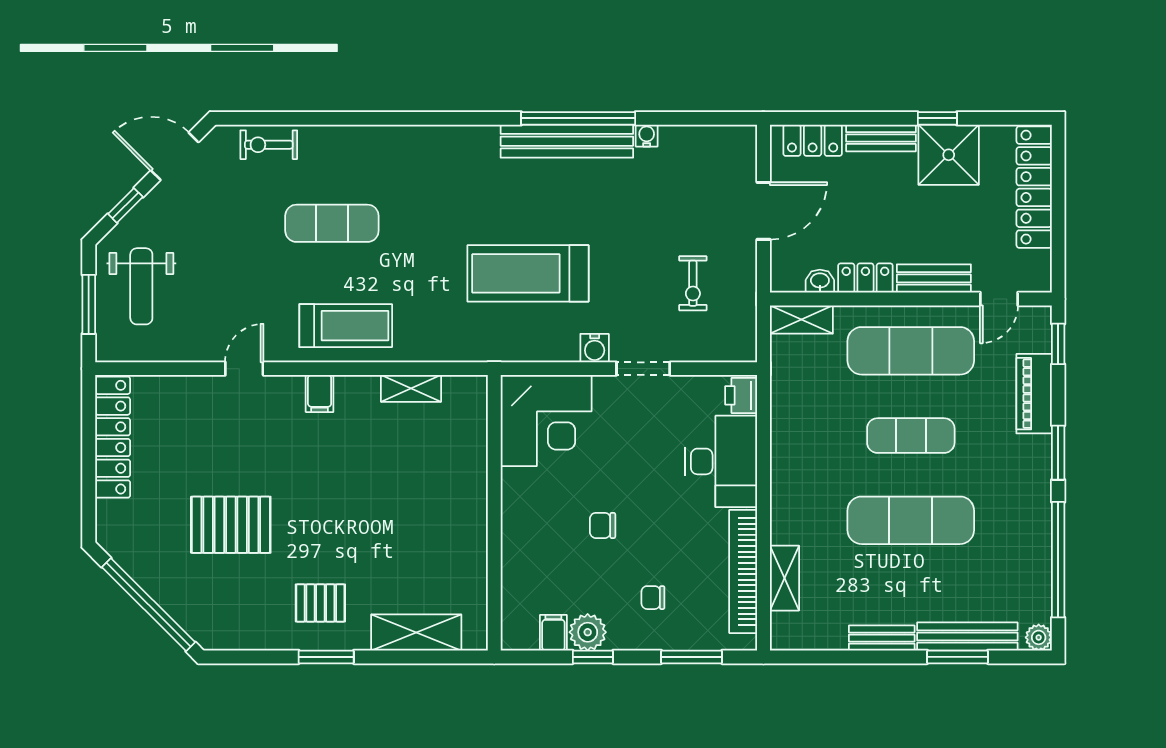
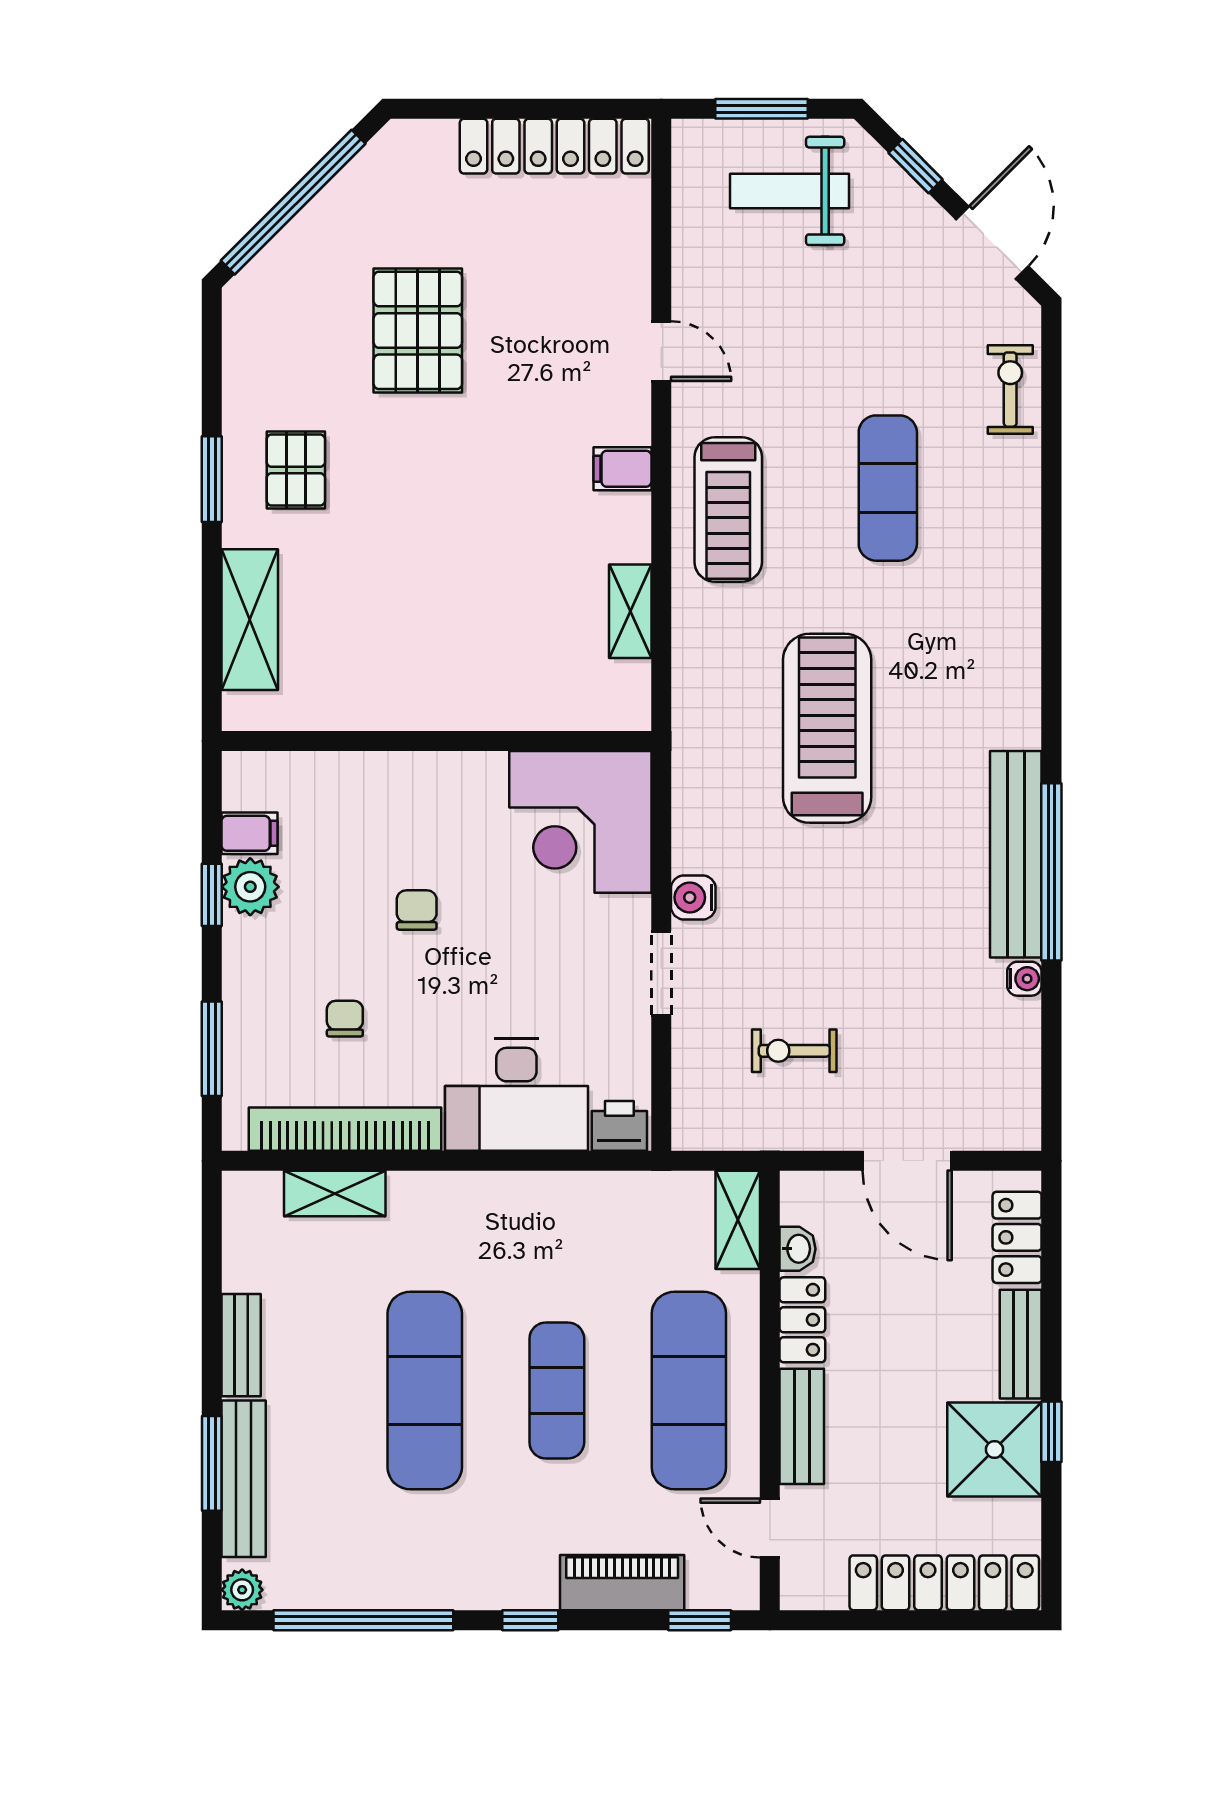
treadmill: (528, 273) -> (827, 728), moved
window: (1058, 453) -> (530, 1620), width x0.67
chair: (653, 598) -> (345, 1019), moved

